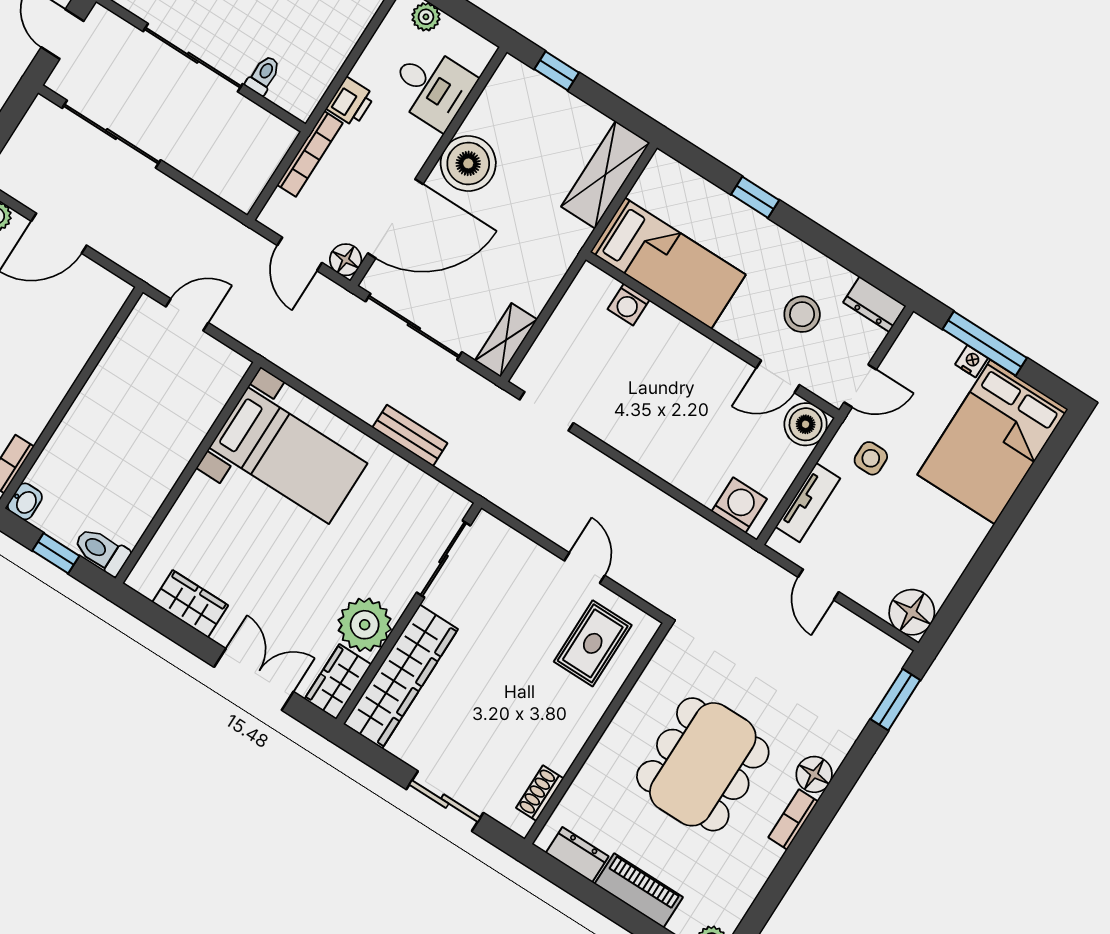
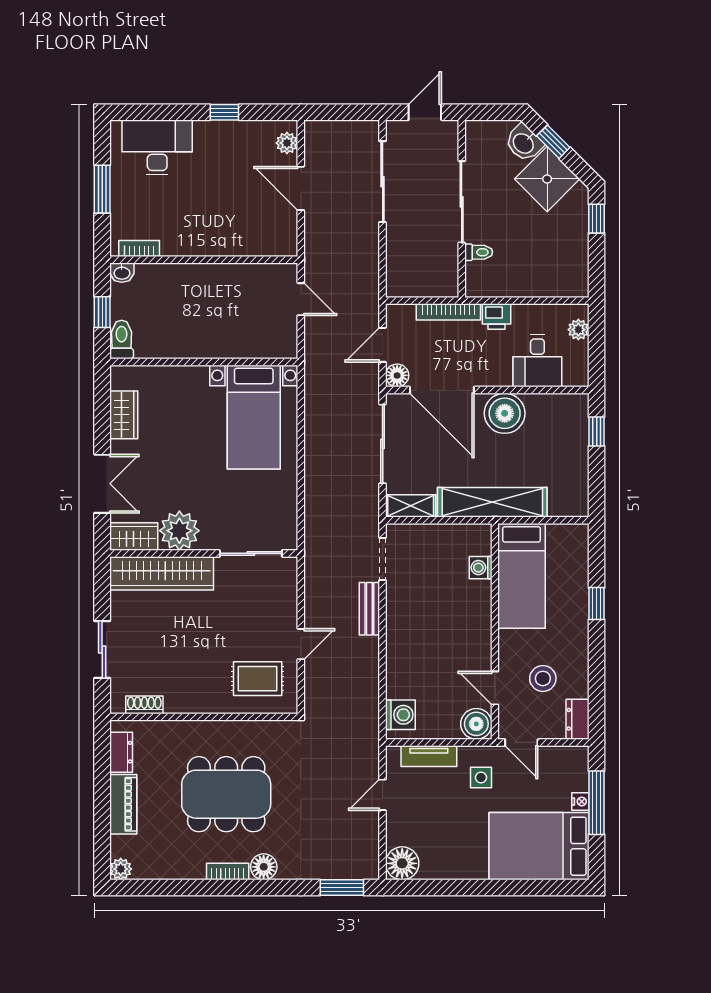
shelving: (605, 175) -> (492, 502), moved, width x1.47
bench: (410, 435) -> (369, 609), moved

